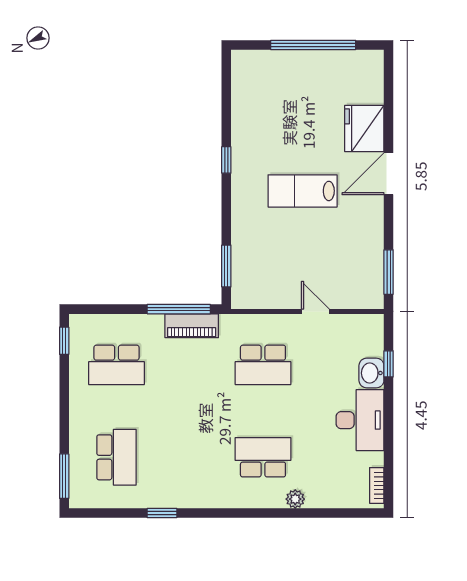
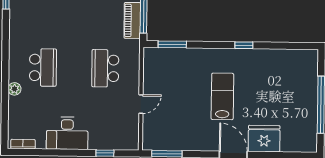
washbasin: (371, 373) -> (99, 141), removed

